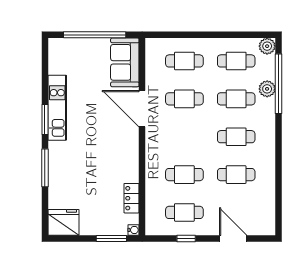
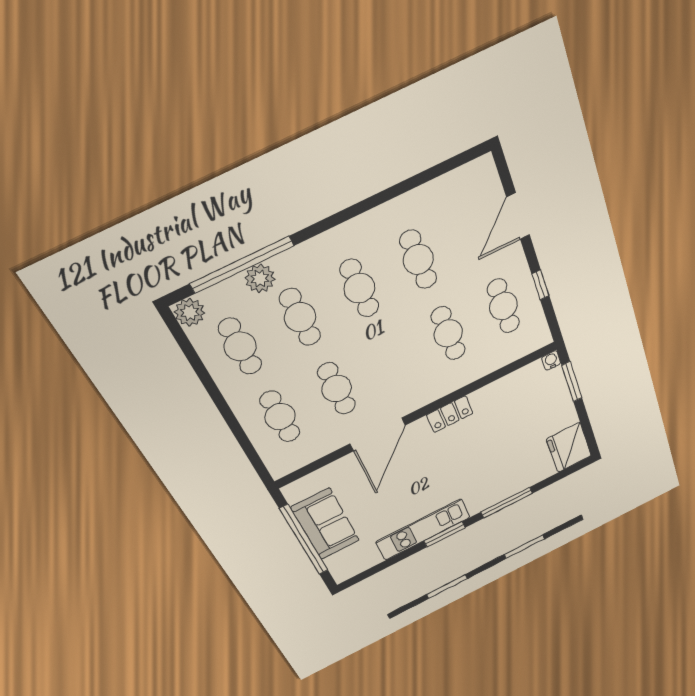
sofa: (125, 62) -> (325, 524), moved, turned -90
locker: (131, 198) -> (450, 414), moved

